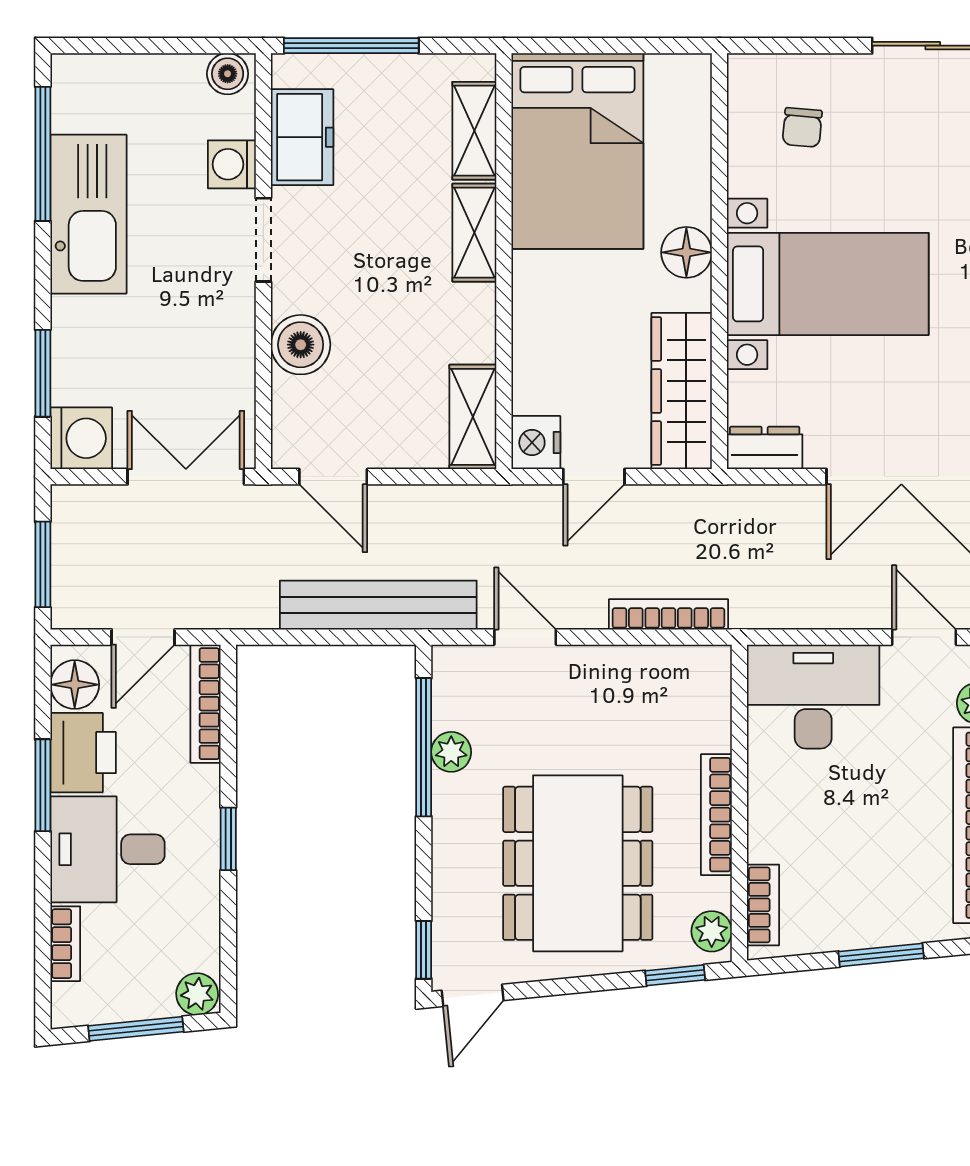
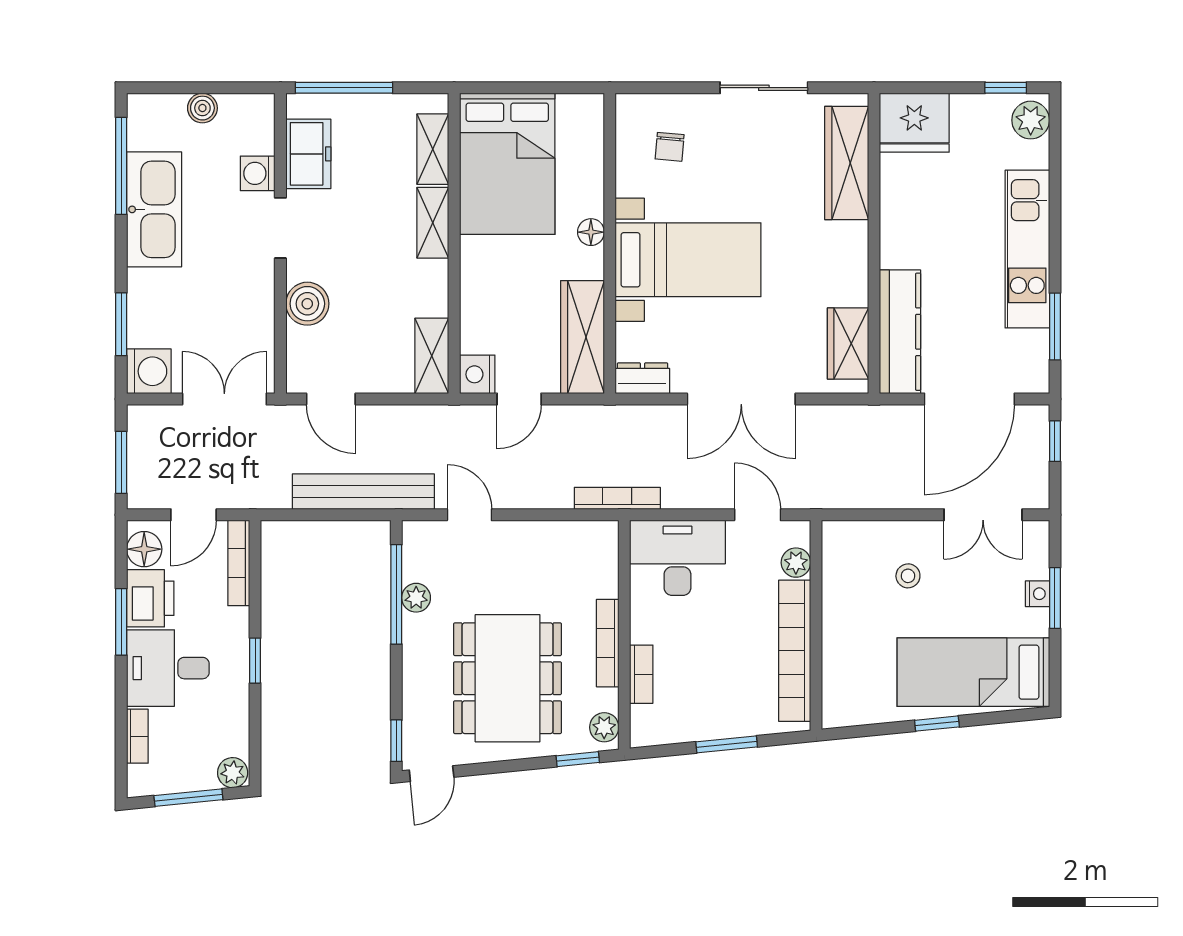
boiler: (228, 74) -> (202, 108), moved
floor lamp: (686, 252) -> (591, 232), width x0.73, depth x0.73
bookcase: (668, 614) -> (617, 498), moved
bookcase: (763, 905) -> (641, 674), moved

